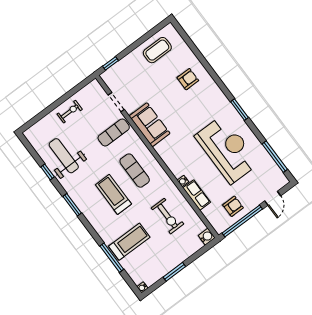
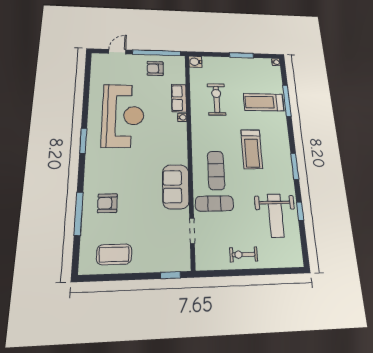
reception desk: (227, 150) -> (123, 115), turned 180
window: (275, 157) -> (79, 214), moved
exercise mat: (135, 171) -> (216, 170), moved

